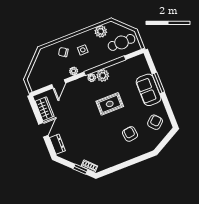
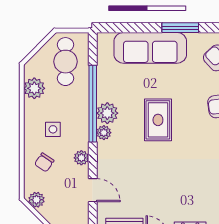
plant: (42, 56) -> (36, 200), added
window: (158, 83) -> (180, 28), moved
sofa: (149, 90) -> (150, 48), width x1.36

